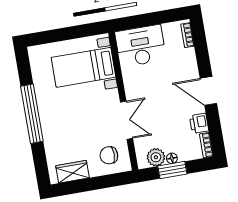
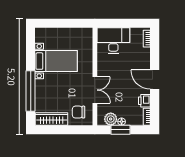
bed with nightstands: (83, 67) -> (56, 61), moved, turned 180
window: (32, 114) -> (31, 91), moved
wardrobe: (72, 172) -> (52, 119), width x1.50

